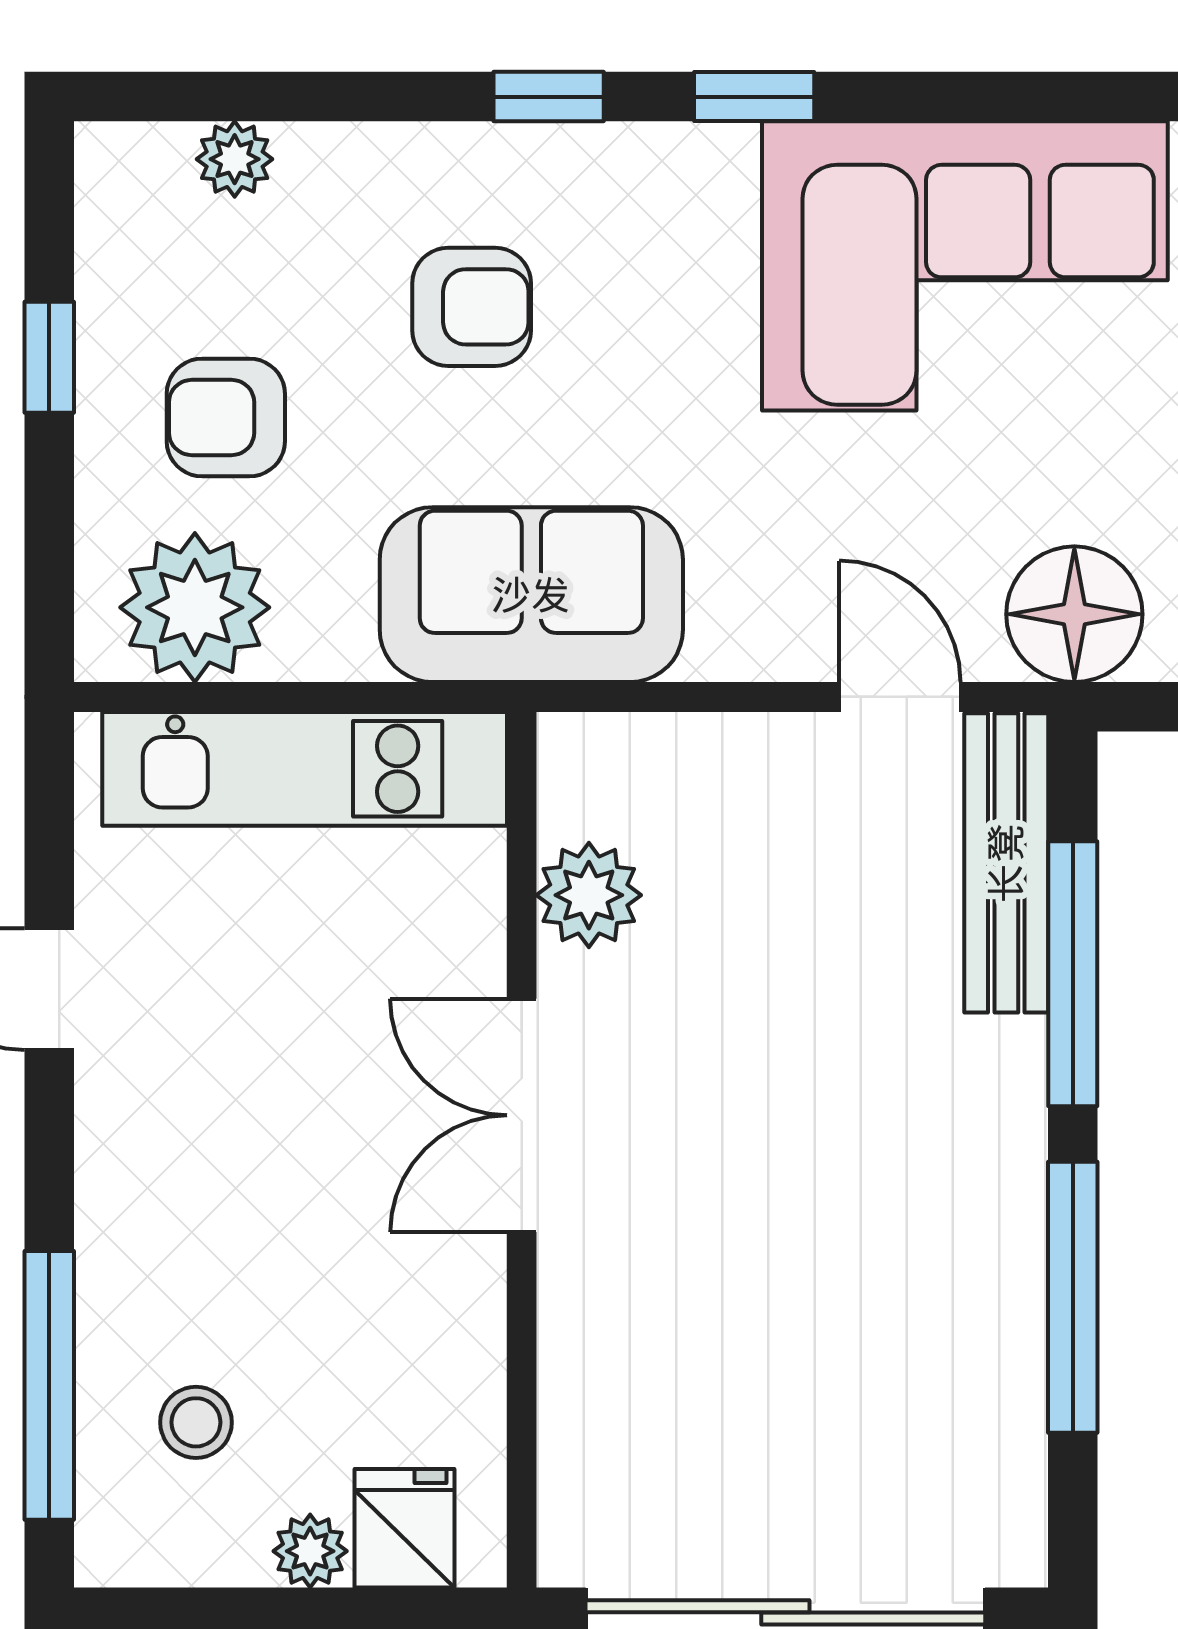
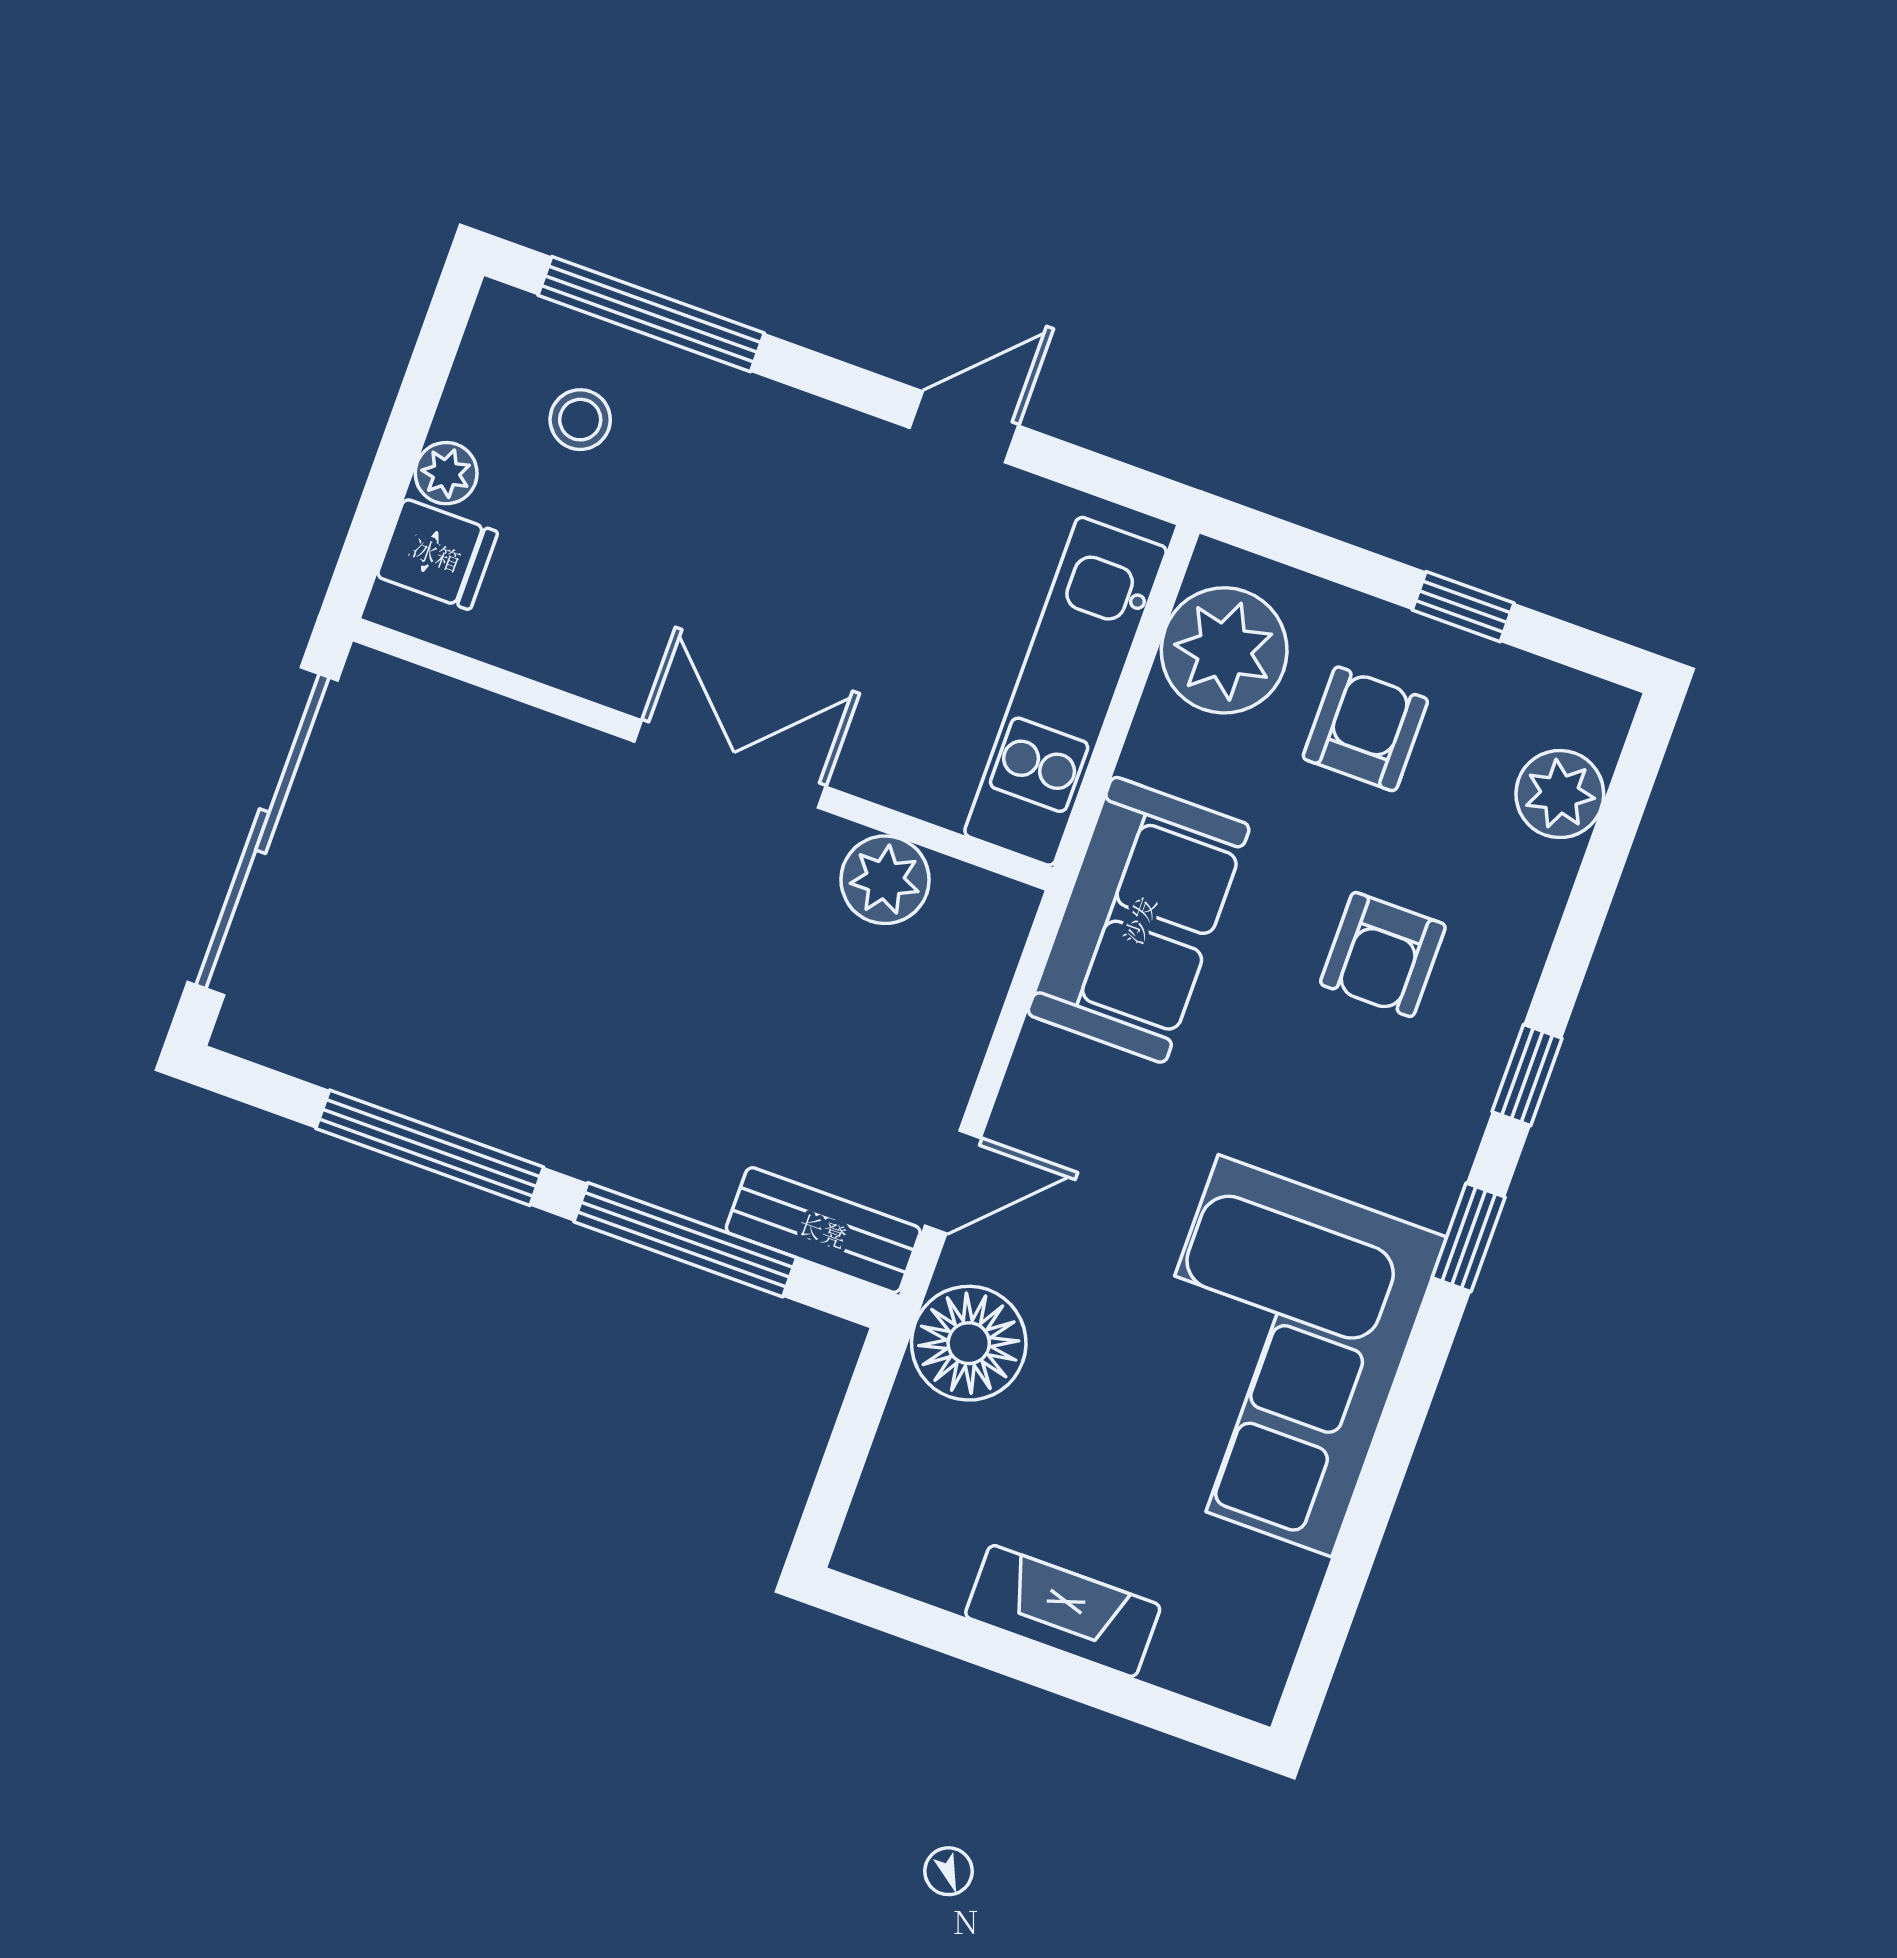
plant: (235, 159) -> (1560, 794), width x1.38, depth x1.38
bench: (1006, 863) -> (823, 1230), width x0.73

